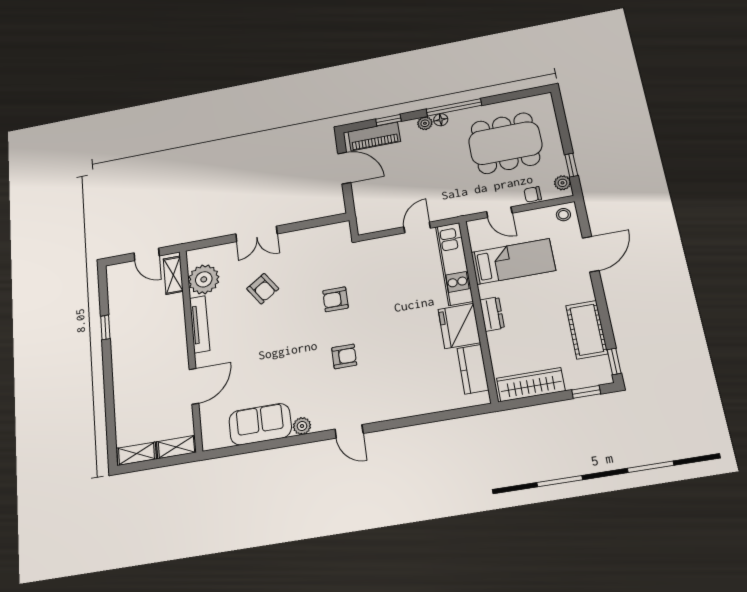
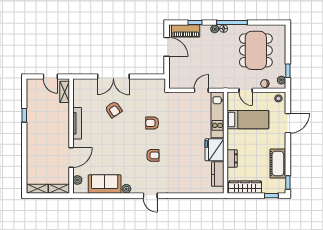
dining table: (505, 143) -> (256, 50), turned 90
double door: (256, 234) -> (113, 77), width x1.37
plant: (204, 279) -> (77, 180), moved, width x0.53, depth x0.53
dresser: (492, 314) -> (232, 158), moved

